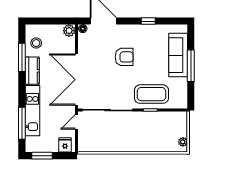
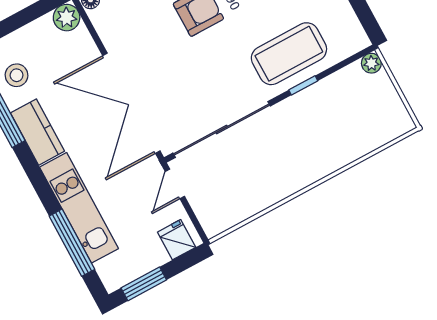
plant: (183, 142) -> (371, 63), moved

